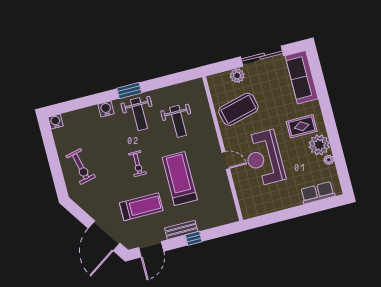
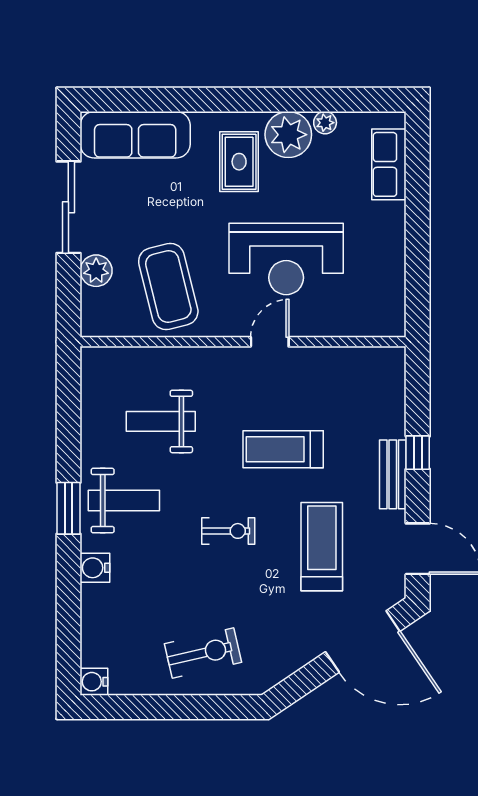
weight bench: (178, 121) -> (161, 421), turned 180
treadmill: (180, 179) -> (283, 449), width x0.73, depth x0.73

